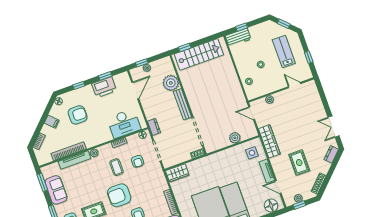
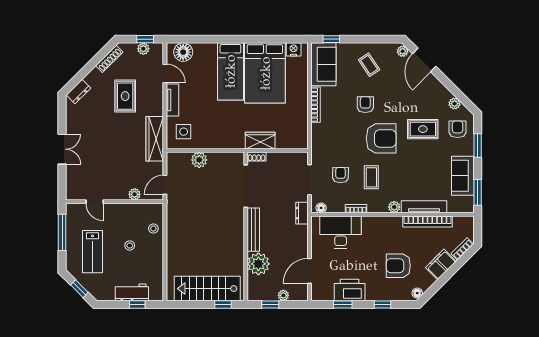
workbench: (238, 37) -> (132, 292), moved
window: (309, 57) -> (62, 232), width x2.17
window: (142, 63) -> (270, 304), moved
door: (252, 113) -> (165, 185), swing flipped
filing cabinet: (52, 122) -> (441, 264), width x2.00
double door: (334, 127) -> (62, 149), moved
wardrobe: (177, 173) -> (260, 141), moved

